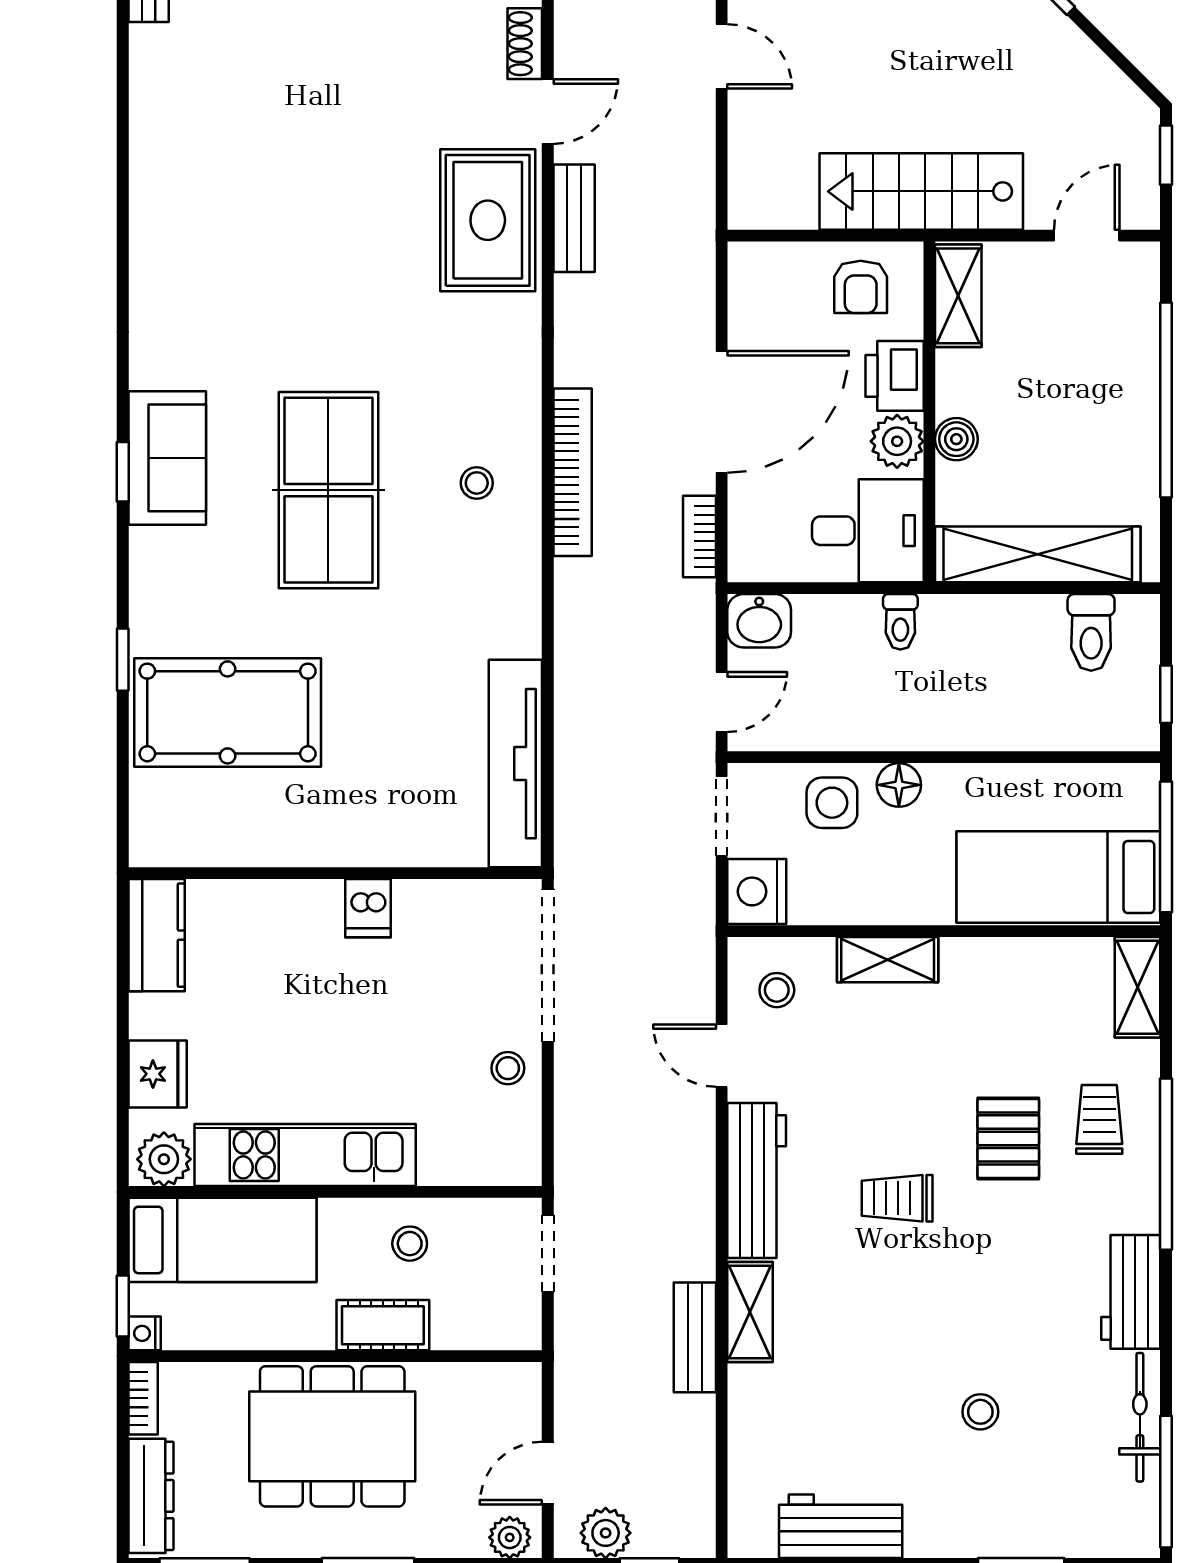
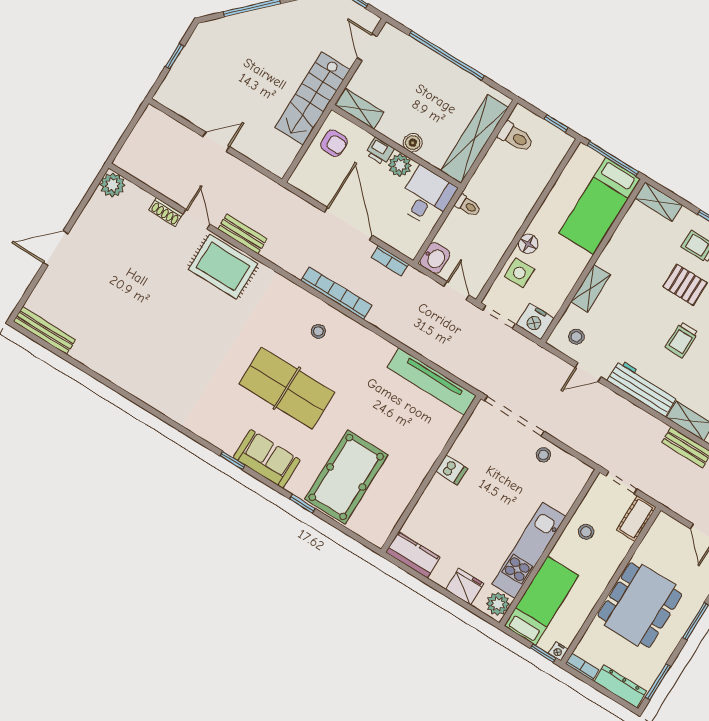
printer: (895, 376) -> (380, 151), width x0.73, depth x0.81
sofa: (167, 458) -> (267, 459), moved
cot: (383, 1325) -> (636, 519), moved

